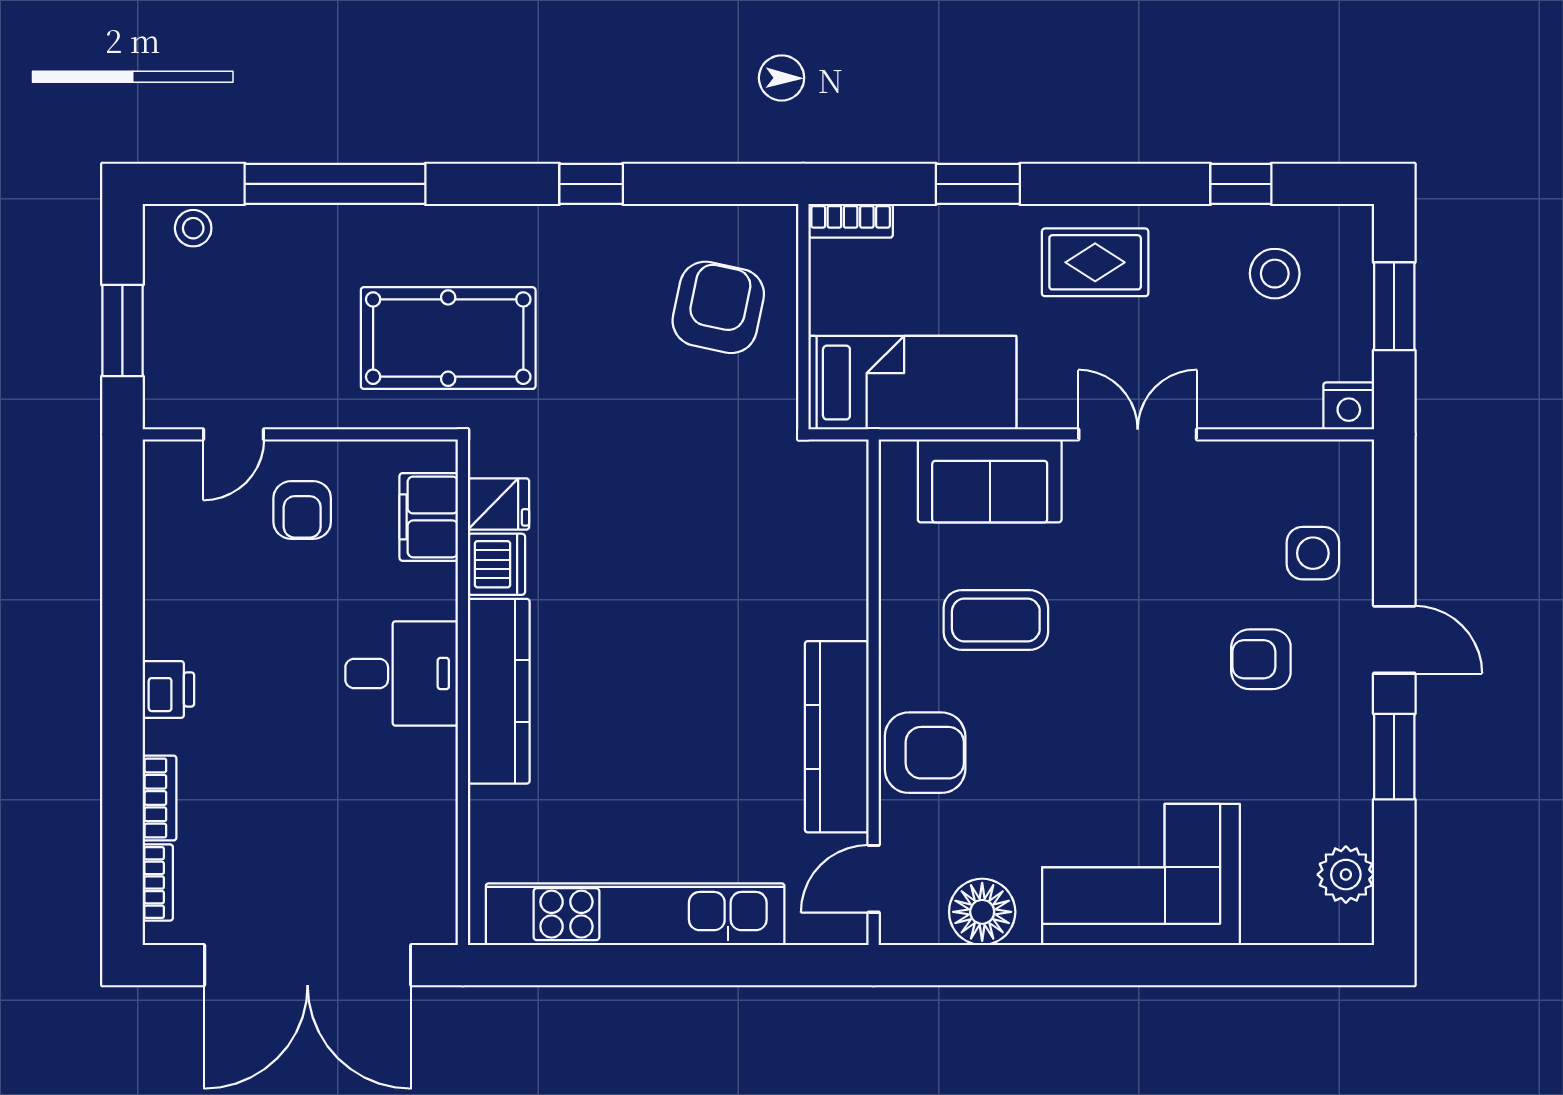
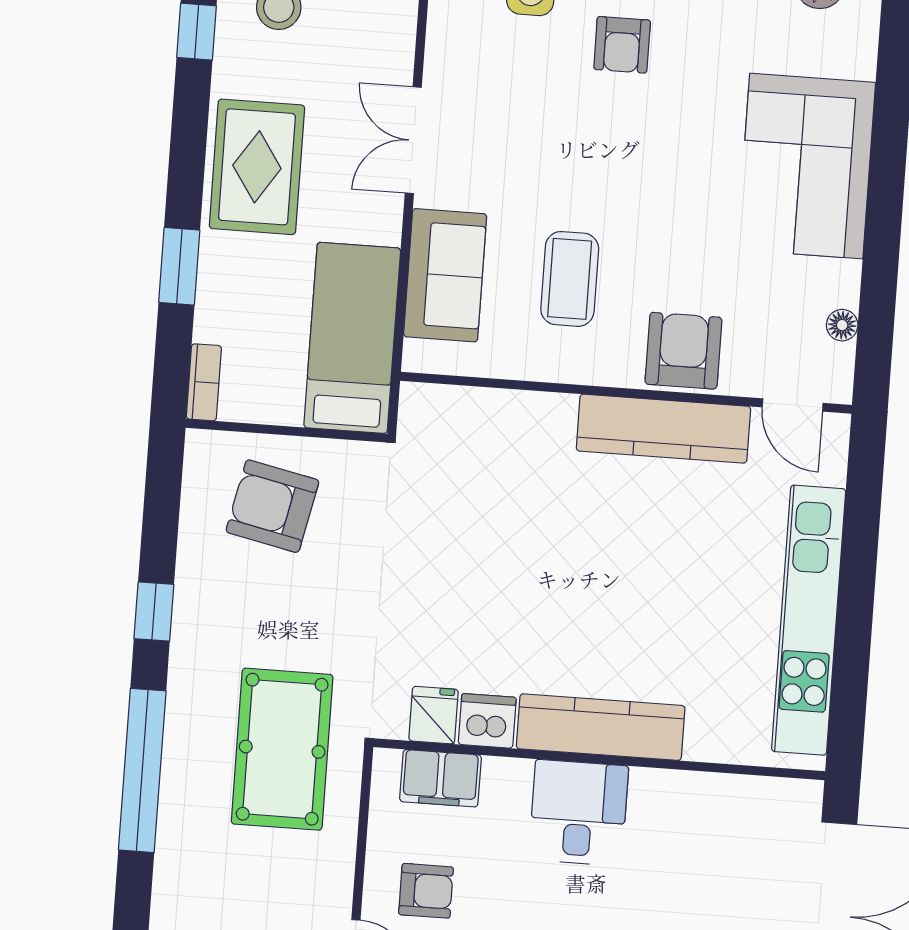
window: (335, 184) -> (142, 770), moved
rug: (1095, 262) -> (257, 167), width x1.36, depth x1.43
floor lamp: (982, 912) -> (842, 325), width x0.53, depth x0.53

